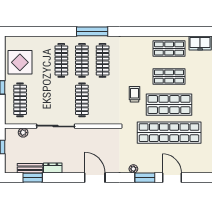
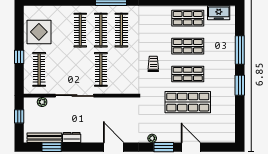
shop shelf: (169, 105) -> (188, 74), width x0.70, depth x0.74
shop shelf: (169, 133) -> (188, 102), width x0.71
bench: (30, 168) -> (44, 138), width x1.36

